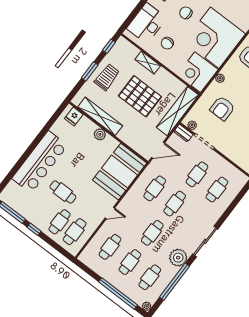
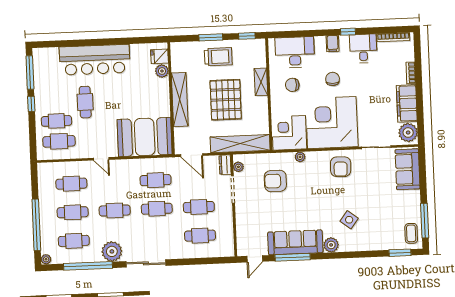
shelving: (100, 116) -> (180, 100), moved
plant: (100, 134) -> (162, 71), moved

